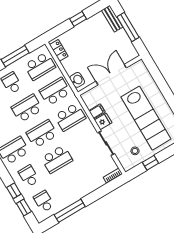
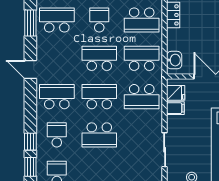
fridge: (103, 121) -> (176, 93), moved

